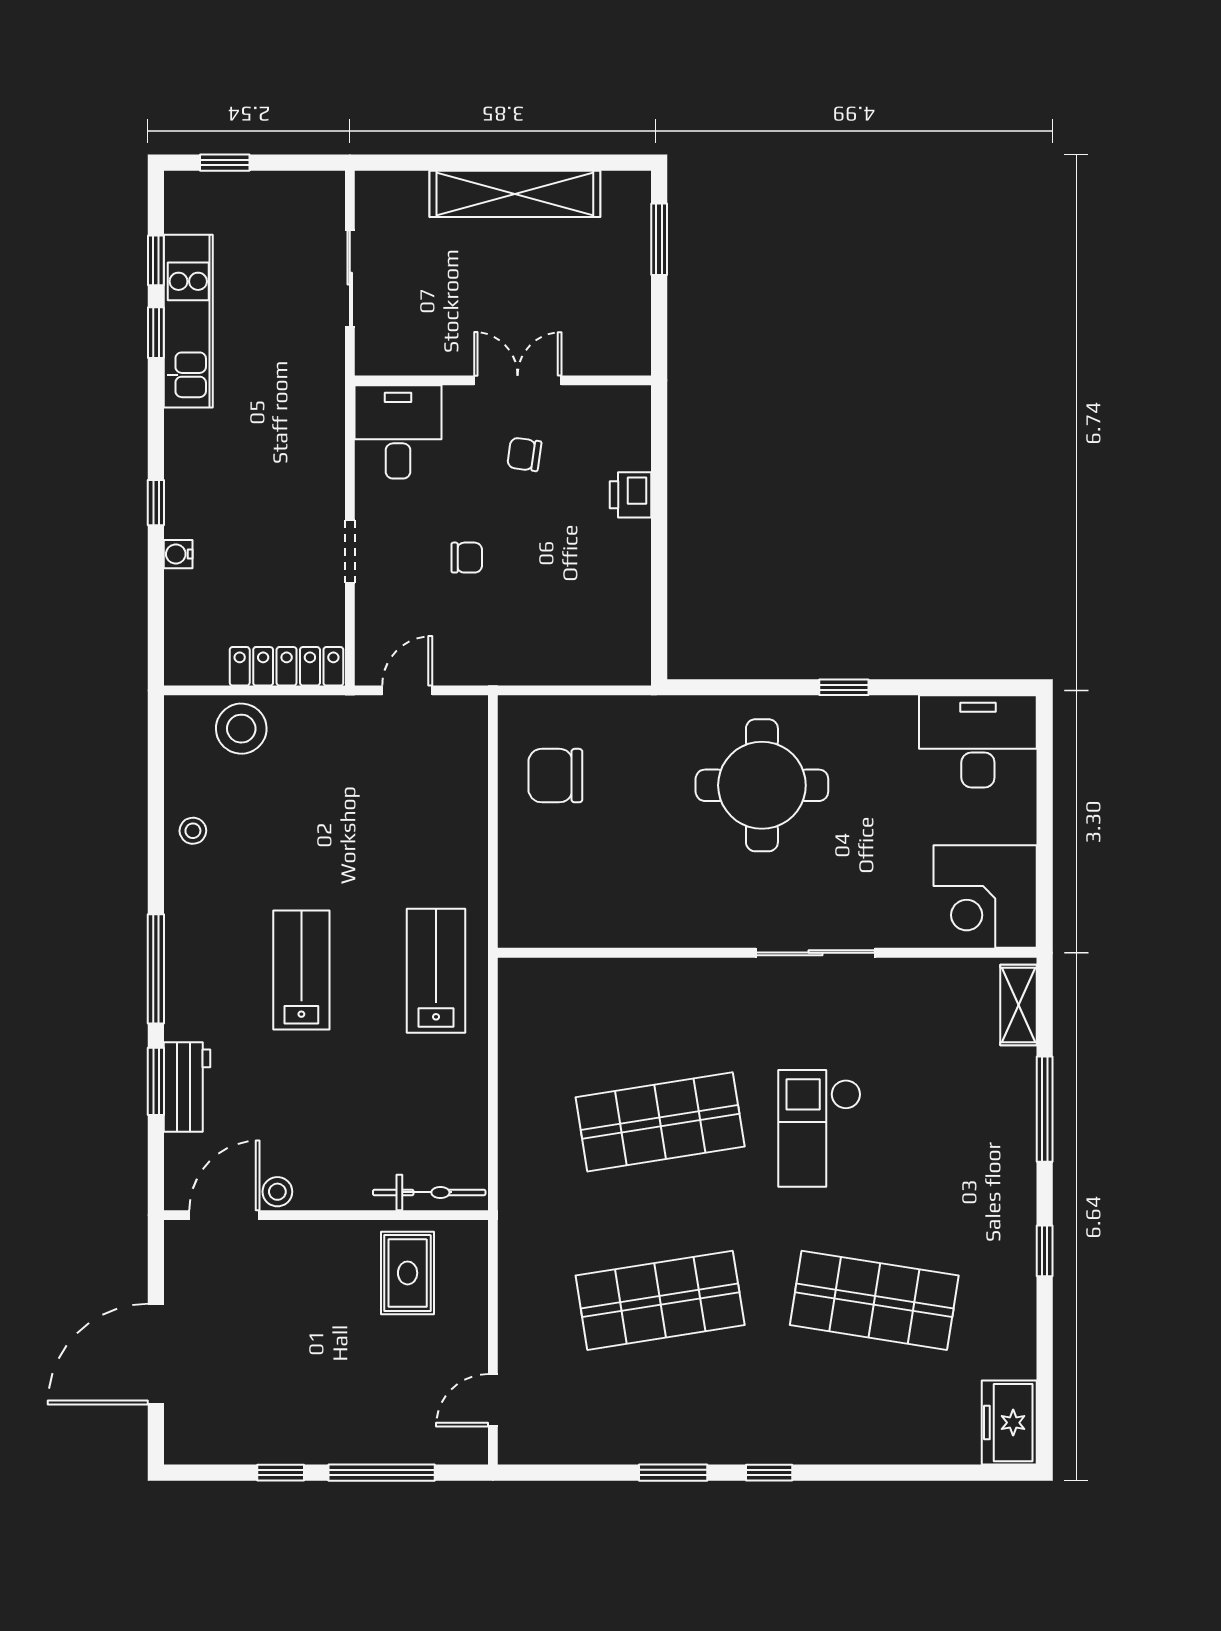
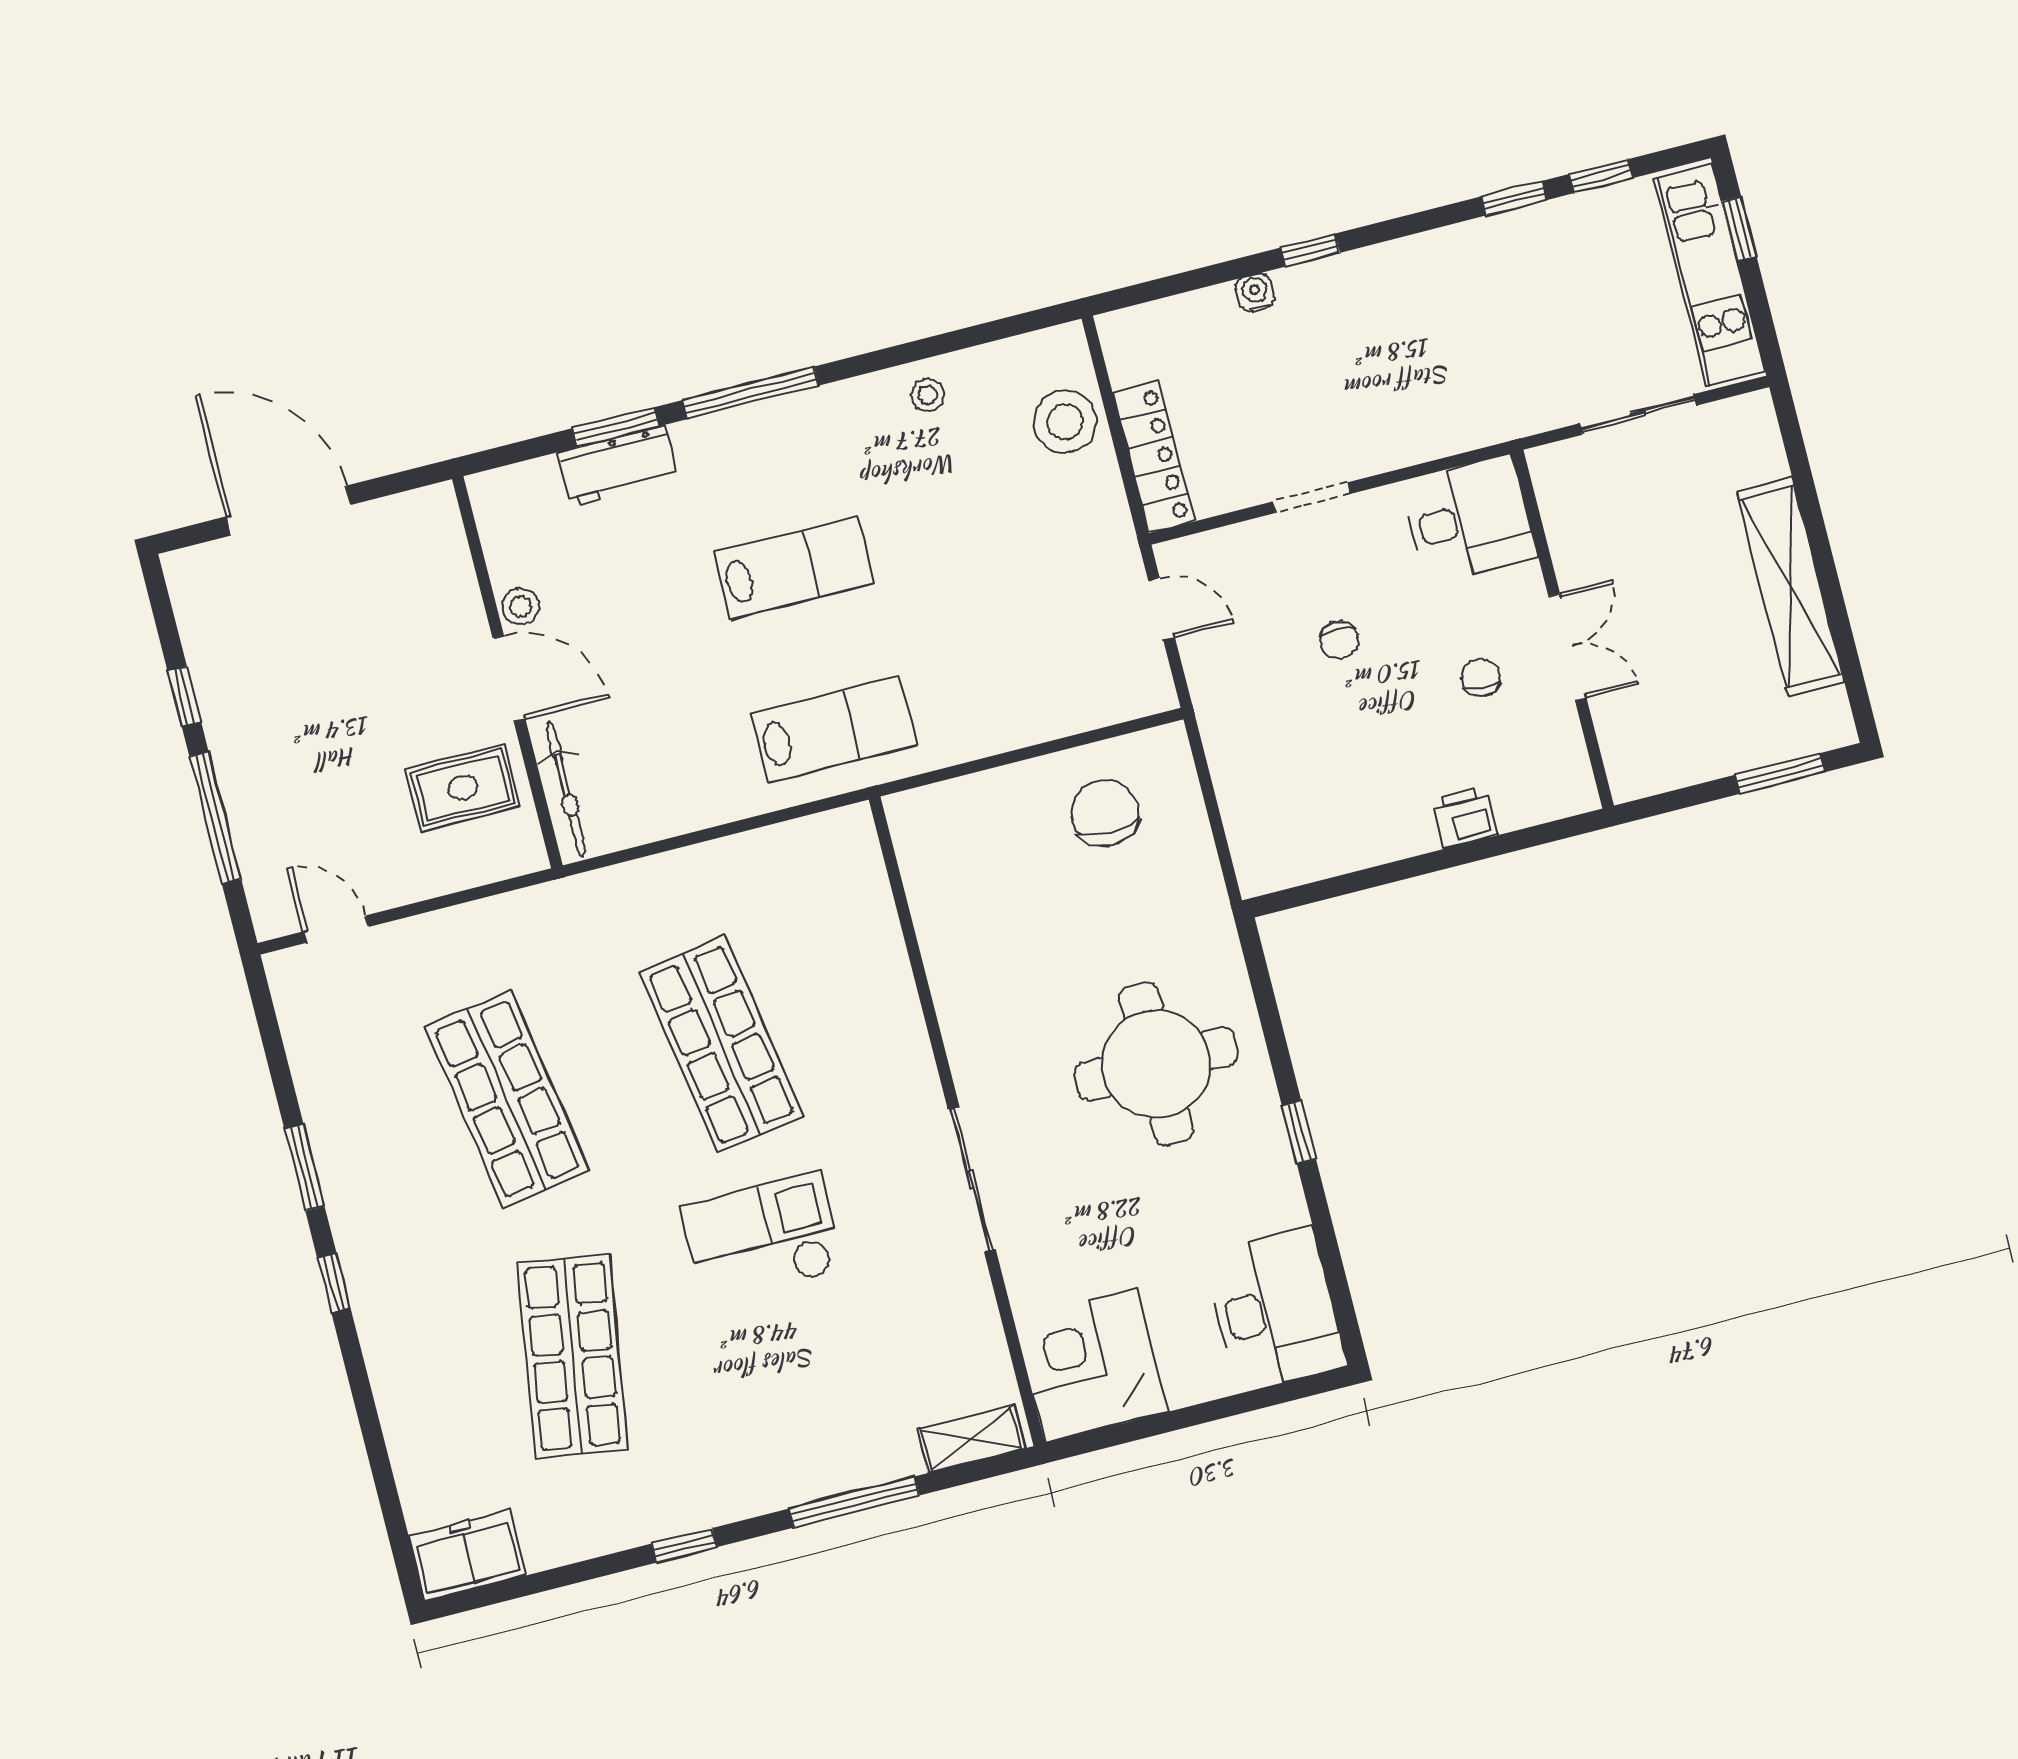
kitchen unit: (188, 321) -> (1710, 275), moved, turned 90
door: (224, 1215) -> (509, 679), moved

